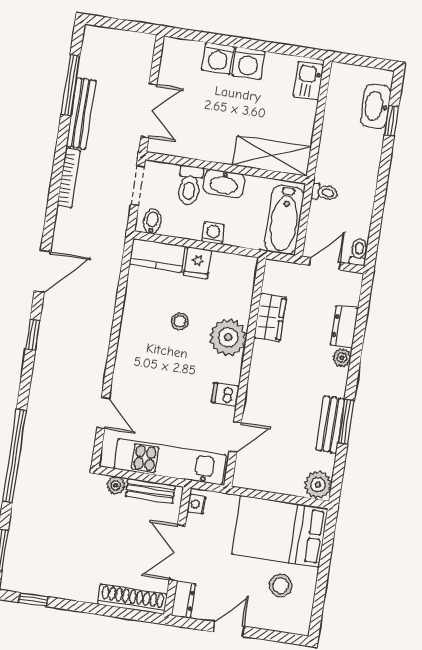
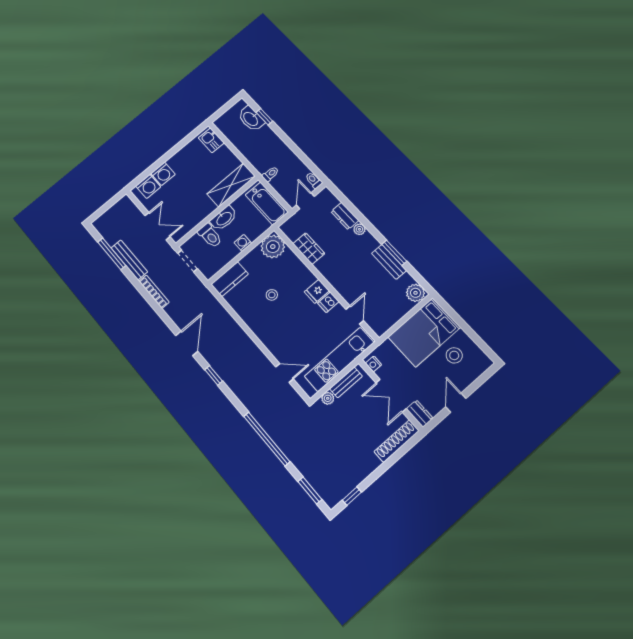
washing machine: (248, 63) -> (148, 186), moved
bidet: (152, 221) -> (211, 268), removed
fridge: (198, 263) -> (317, 291), moved, turned 90
plant: (228, 337) -> (273, 247), moved

